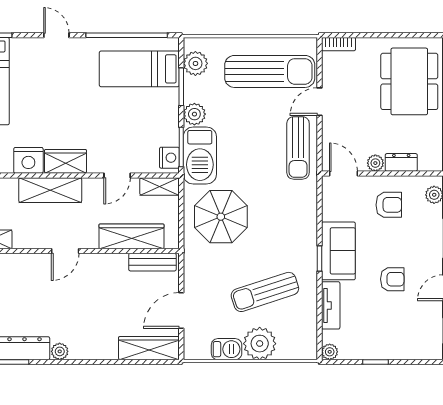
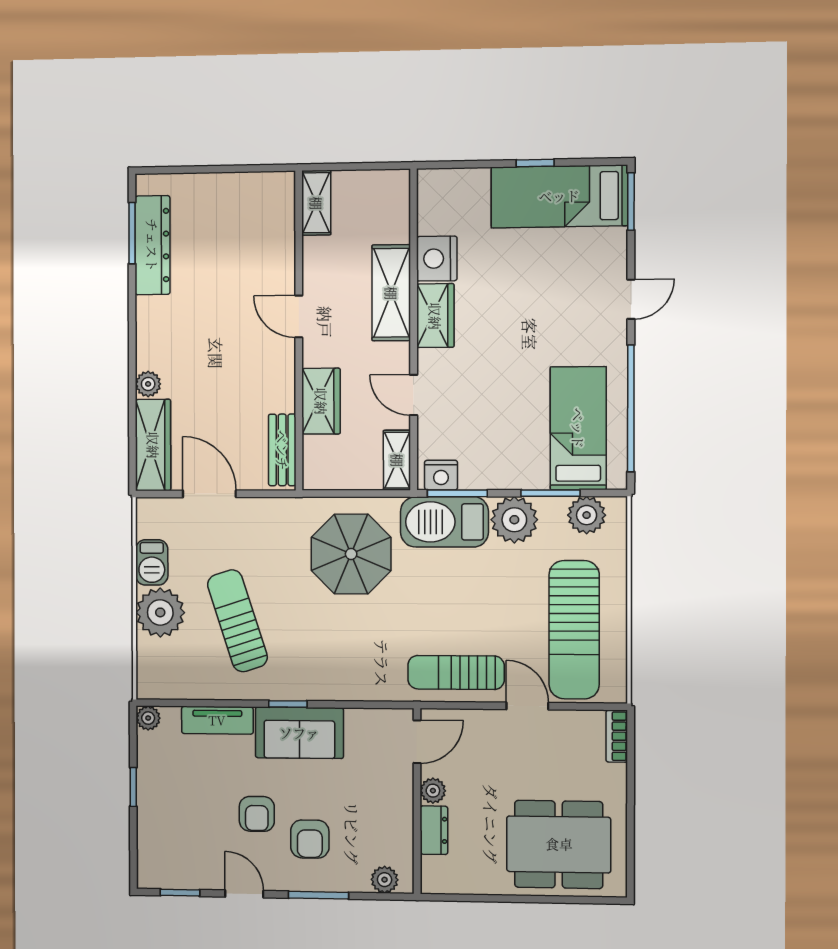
plant: (194, 114) -> (514, 520), width x1.36, depth x1.36
armchair: (389, 205) -> (310, 839), moved
wardrobe: (131, 236) -> (321, 401), width x0.67
plant: (60, 351) -> (148, 384), moved

